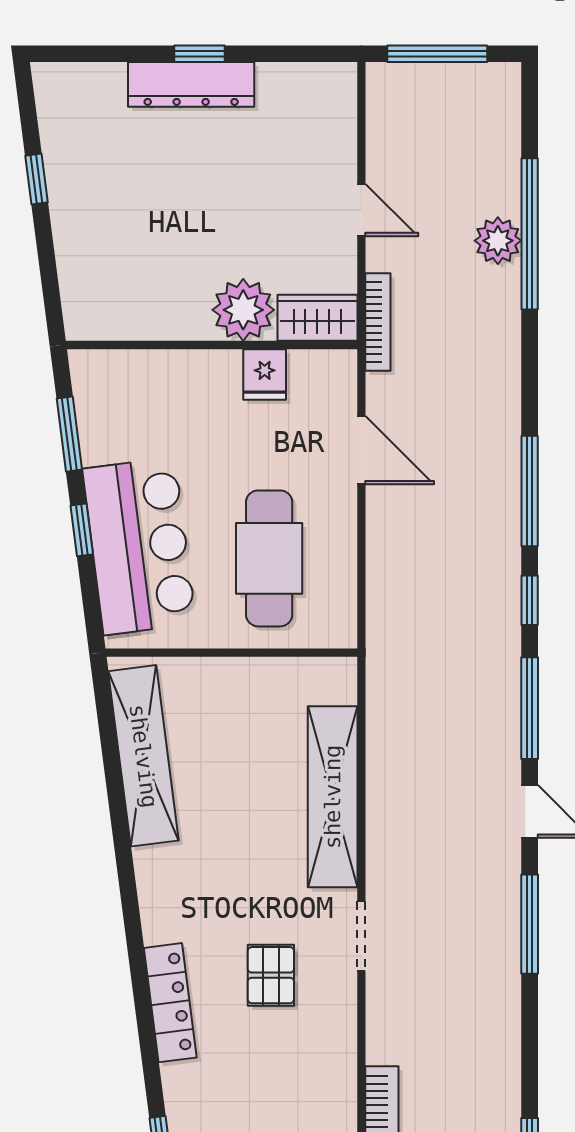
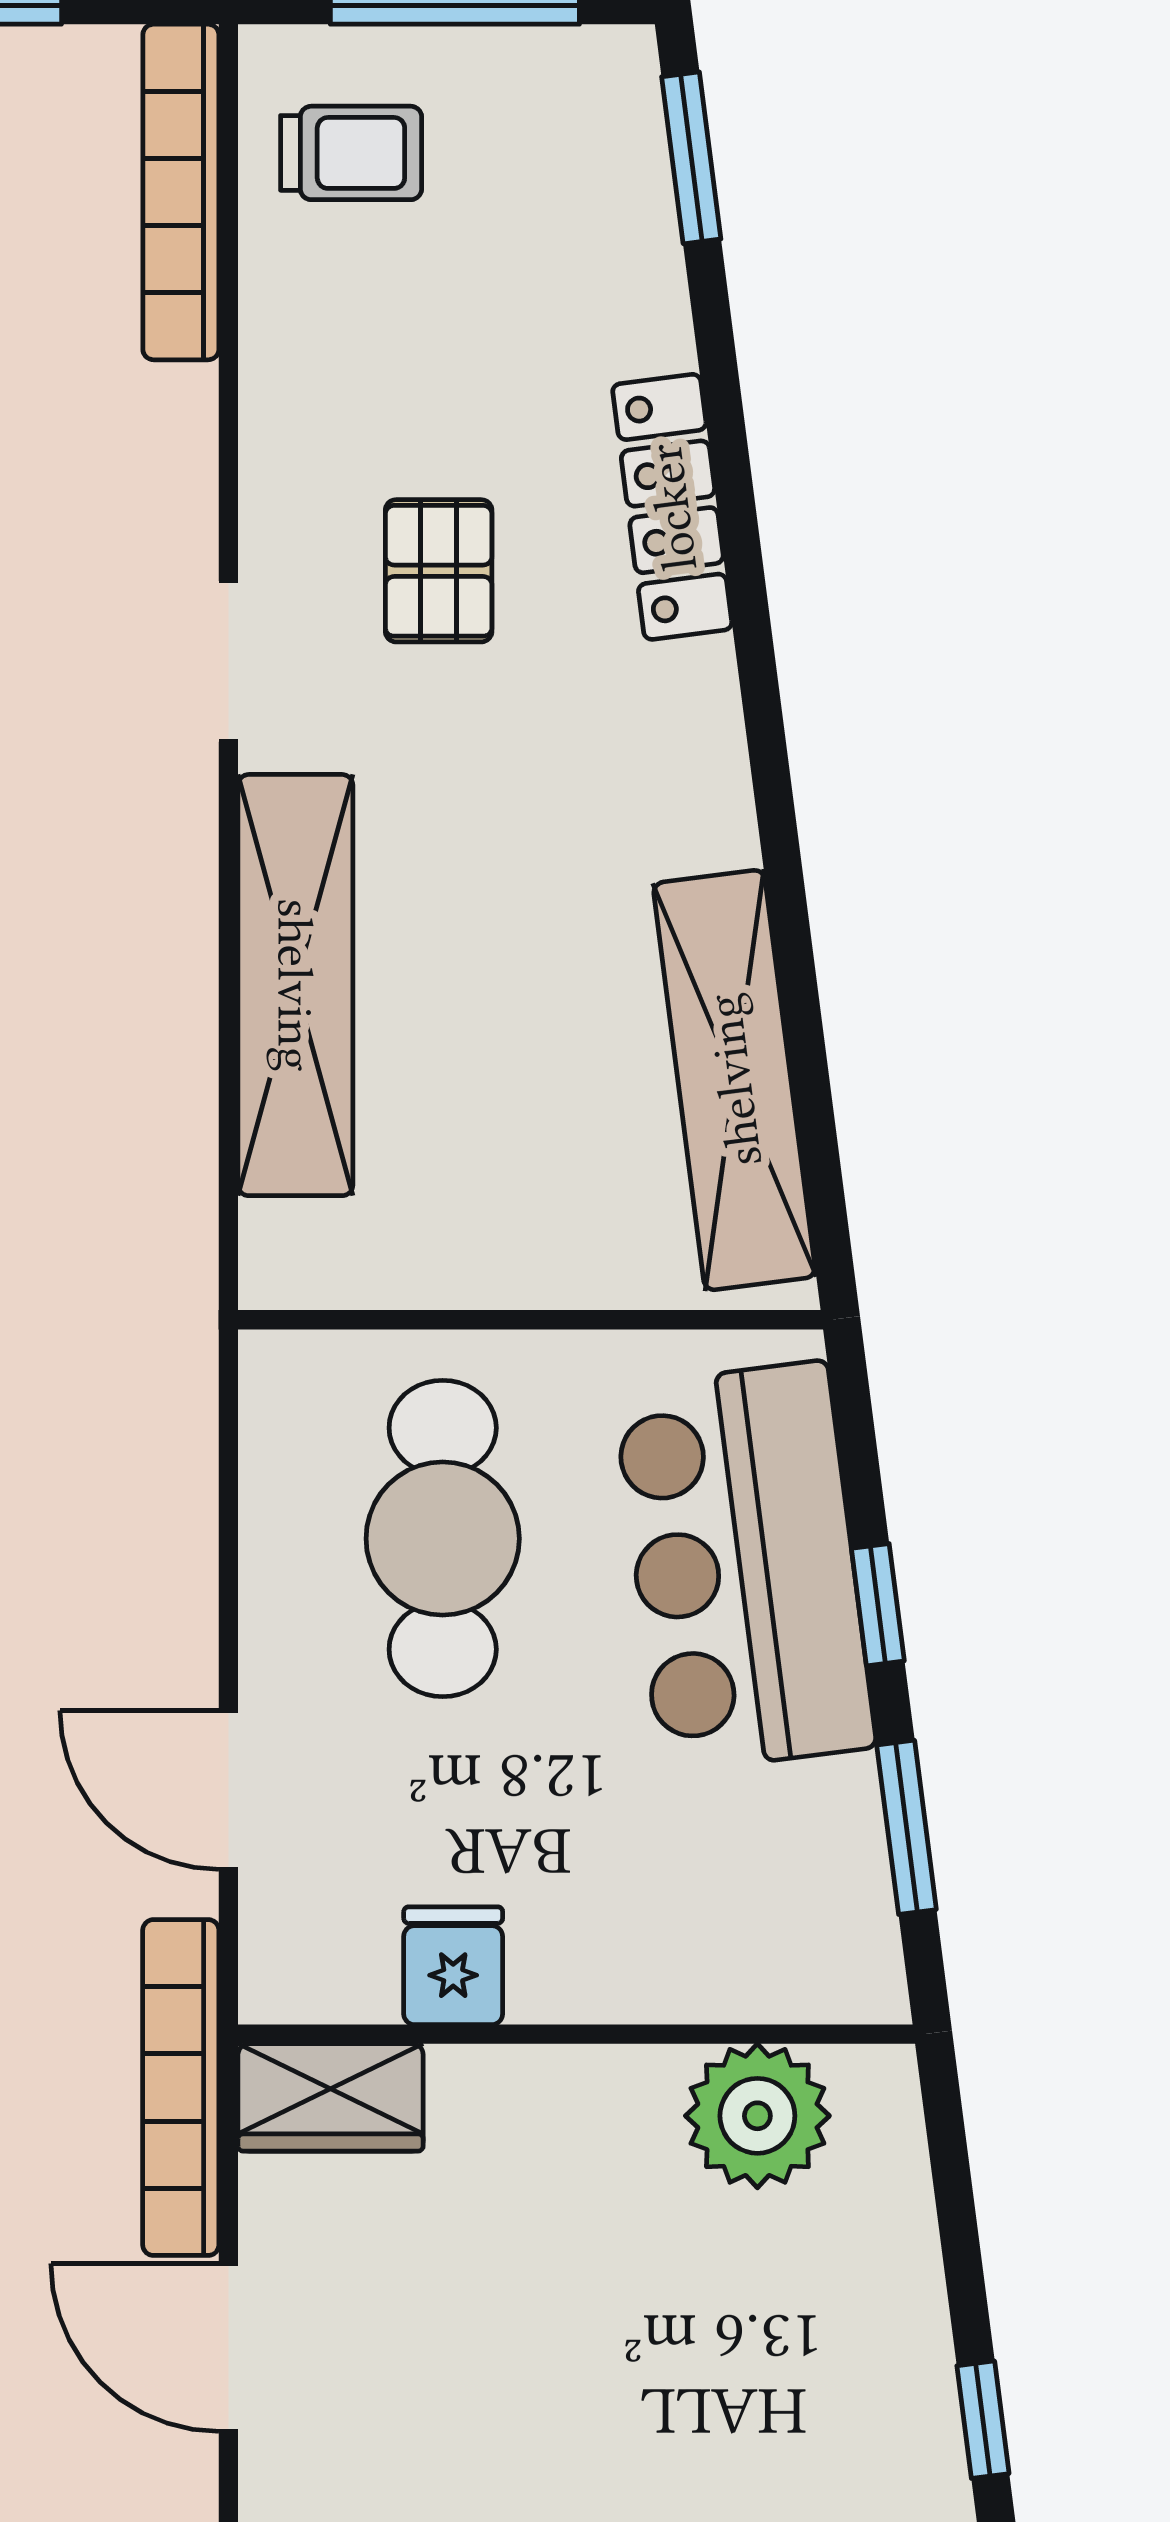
door: (361, 210) -> (228, 2347), width x1.38
plant: (243, 310) -> (757, 2116), moved
bookcase: (378, 322) -> (181, 2088), width x1.48, depth x1.31

